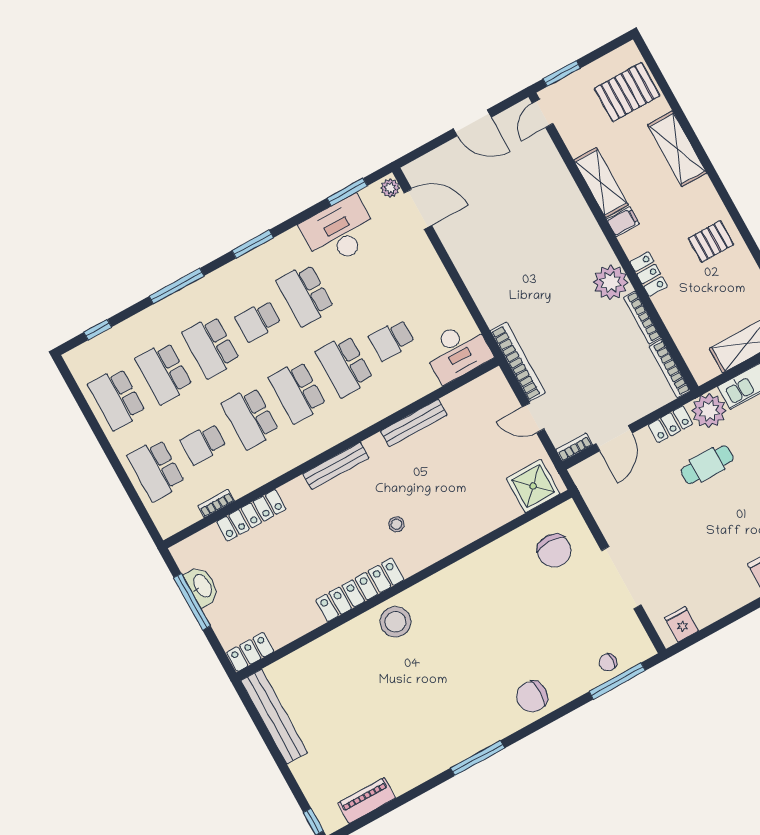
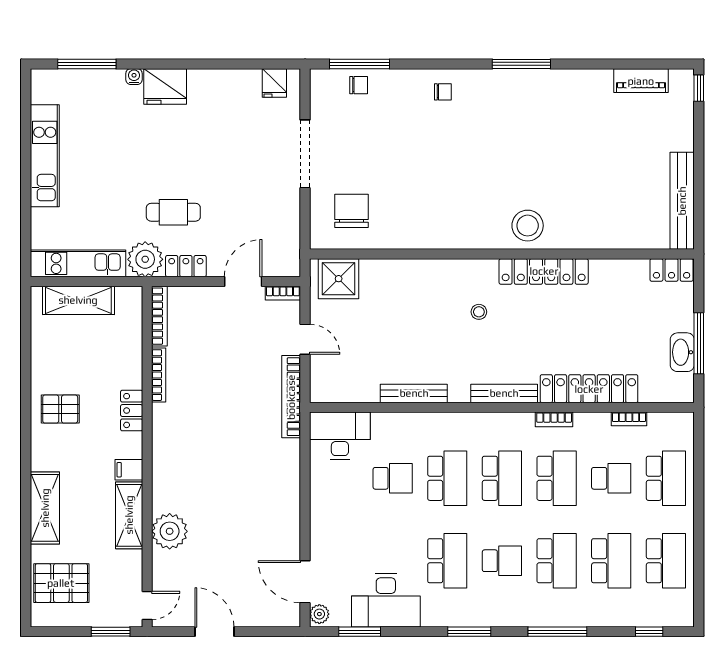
plant: (611, 282) -> (170, 531), moved
bookcase: (281, 467) -> (554, 419), added
locker: (251, 515) -> (589, 389), width x1.41, depth x1.21
chair: (532, 697) -> (443, 92), width x0.54, depth x0.54

